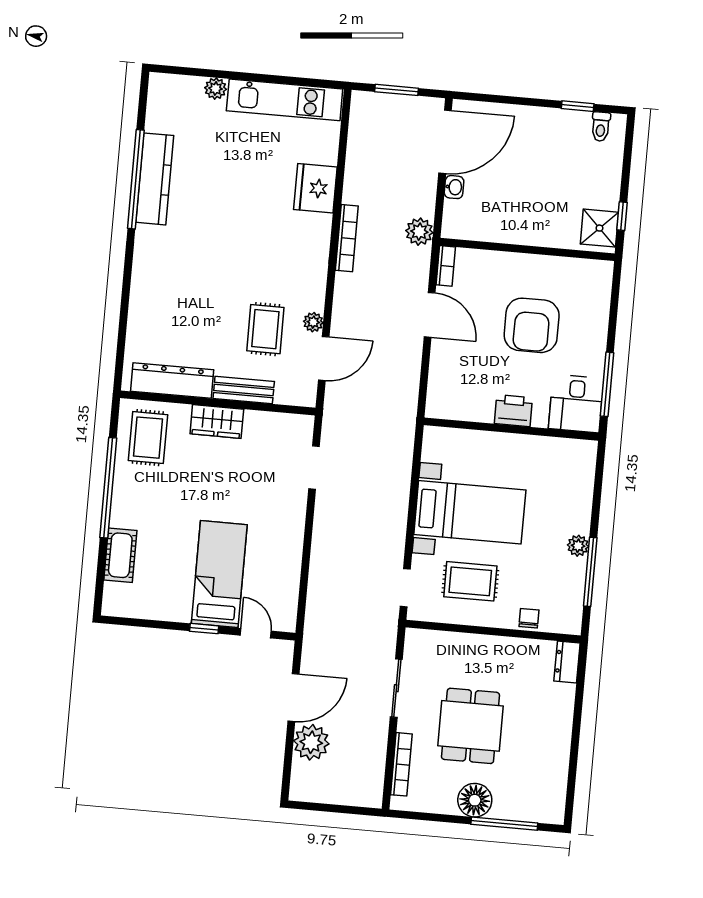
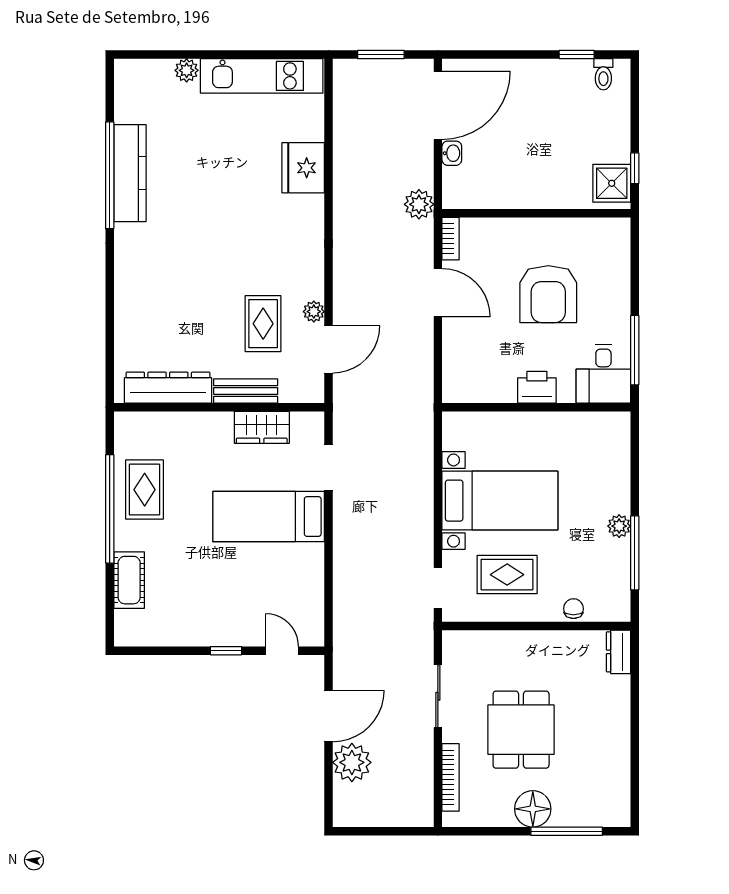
bookcase: (347, 238) -> (342, 218), removed
wardrobe: (217, 421) -> (262, 427), moved
rug: (148, 438) -> (145, 490), moved
bed: (219, 574) -> (269, 517), moved, turned -90

